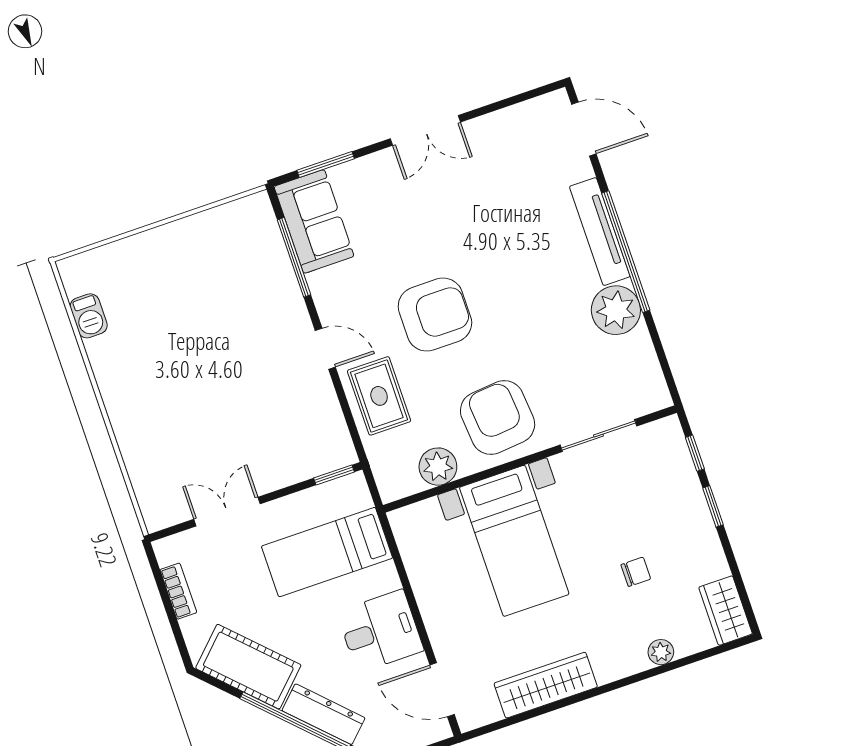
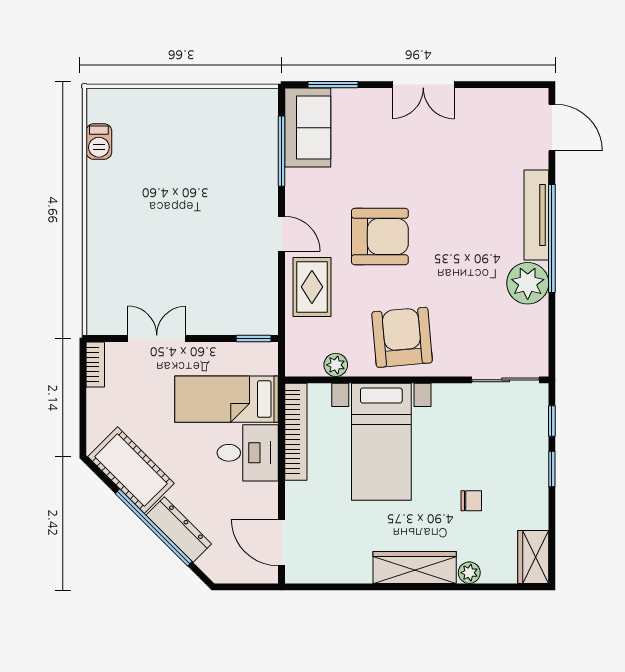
sliding door: (598, 436) -> (506, 380), moved
plant: (438, 467) -> (336, 365), width x0.73, depth x0.73
bookcase: (416, 562) -> (296, 432), added
bookcase: (178, 591) -> (95, 365), moved
desk: (380, 631) -> (248, 453), moved
wardrobe: (546, 685) -> (415, 567), moved

